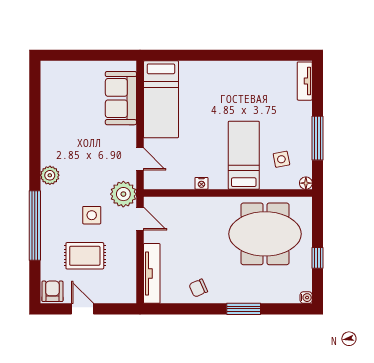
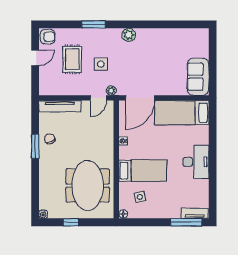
desk: (231, 79) -> (196, 162), added
sofa: (121, 98) -> (198, 77), moved, turned -90
window: (318, 138) -> (186, 222), moved
door: (140, 159) -> (140, 98), width x1.87
plant: (123, 194) -> (111, 91), width x0.53, depth x0.53
window: (35, 226) -> (93, 24), width x0.47
window: (244, 309) -> (35, 146), moved

